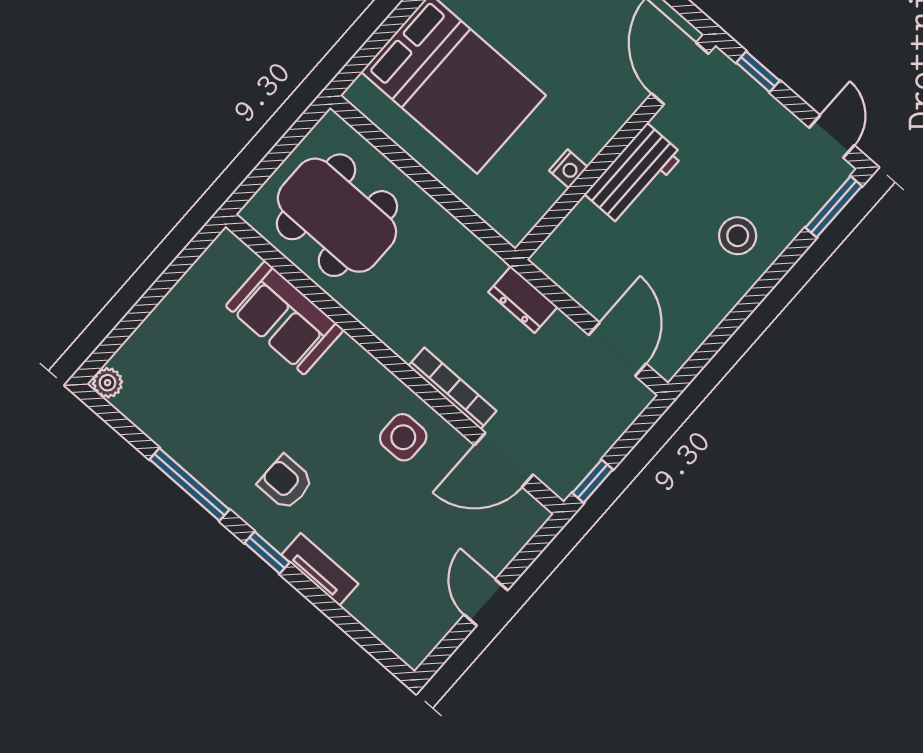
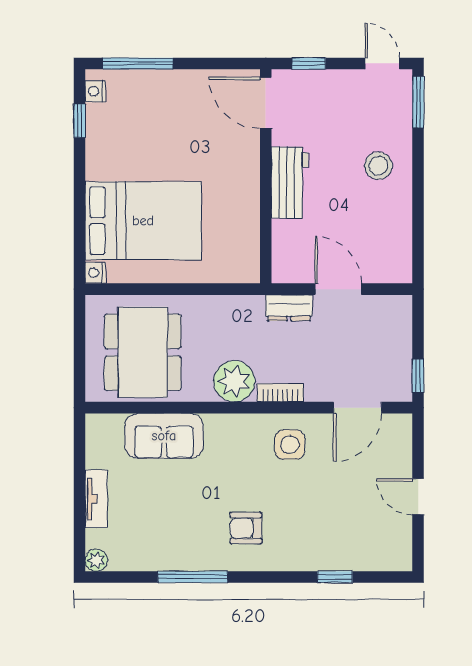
nightstand: (568, 169) -> (95, 273), moved, turned 180
dining table: (337, 215) -> (143, 352), turned 90
plant: (403, 325) -> (234, 381), added
door: (617, 349) -> (338, 289), moved
bookcase: (452, 388) -> (280, 393), width x0.64
window: (267, 553) -> (335, 577), moved
tv unit: (320, 569) -> (96, 499), moved, turned 90

